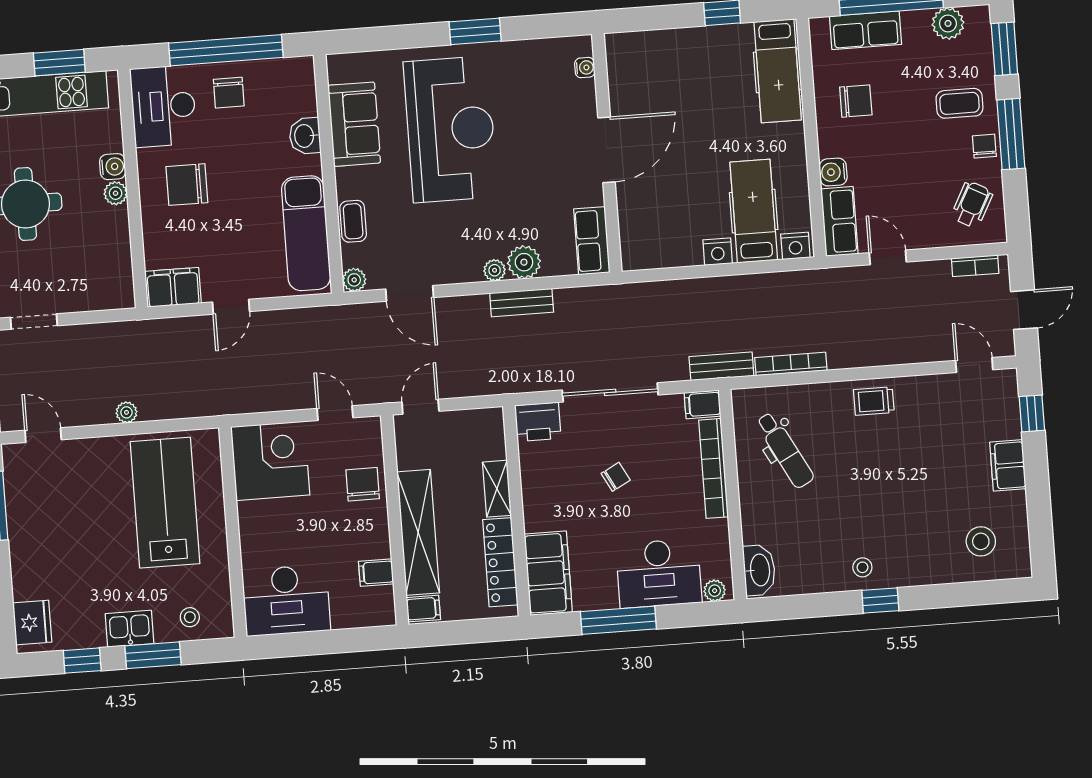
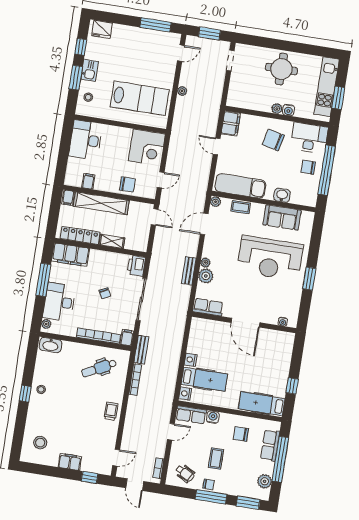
chair: (856, 101) -> (241, 434), turned 90
coffee table: (959, 103) -> (216, 459), moved
chair: (187, 185) -> (273, 140), turned -77

